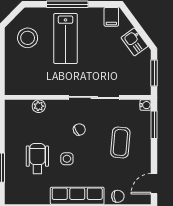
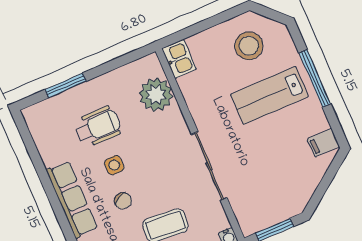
kitchen sink: (134, 42) -> (179, 59), moved, turned 126
plant: (39, 106) -> (156, 95), width x1.88, depth x1.88
chair: (79, 130) -> (123, 201), moved

